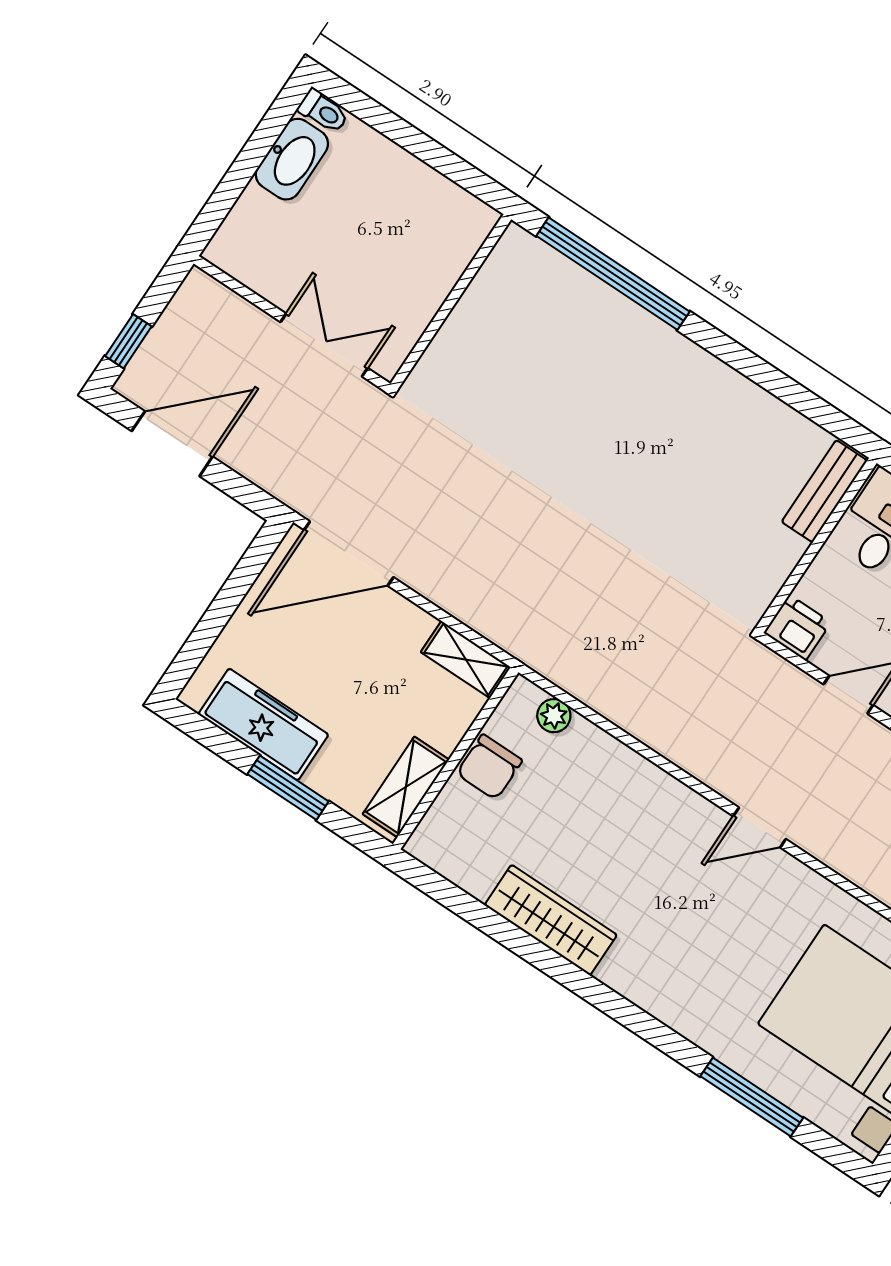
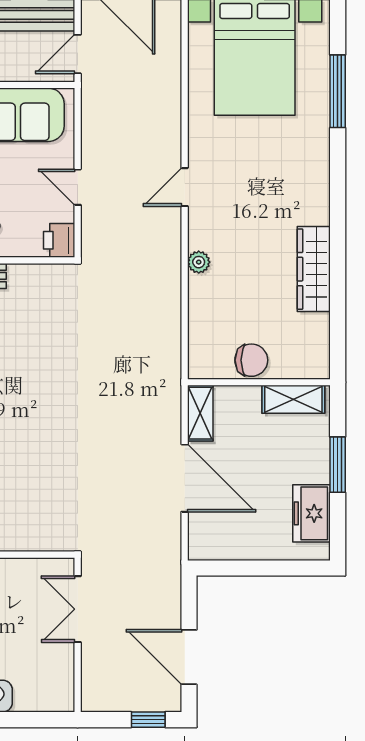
door: (349, 554) -> (185, 478), moved
plant: (554, 716) -> (199, 262), moved
freezer: (263, 724) -> (312, 513), width x0.71
door: (760, 828) -> (185, 187), swing flipped

